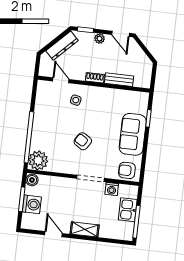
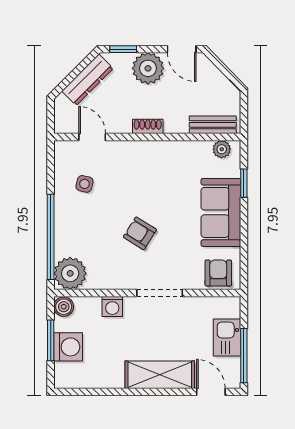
plant: (100, 39) -> (148, 68), width x1.88, depth x1.88
bench: (119, 80) -> (213, 125), moved
plant: (138, 97) -> (222, 149), added
side table: (76, 100) -> (85, 184), moved
armchair: (127, 170) -> (218, 273), turned 90
washing machine: (112, 189) -> (112, 306), moved
shelving: (85, 229) -> (160, 375), width x1.50, depth x1.33
door: (54, 234) -> (211, 392), moved

